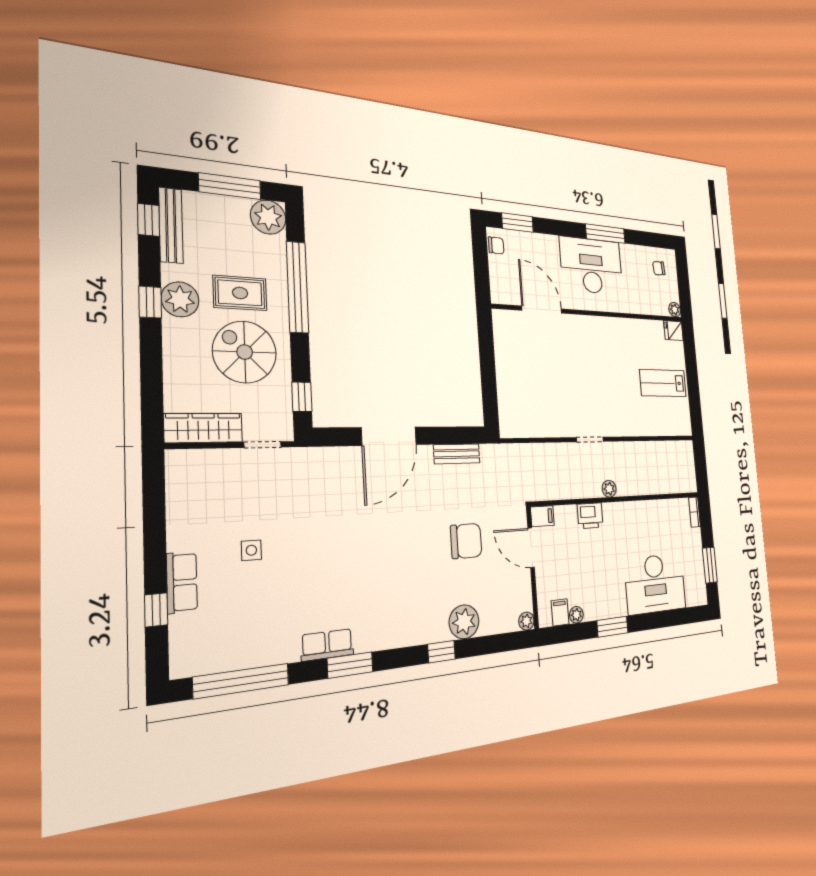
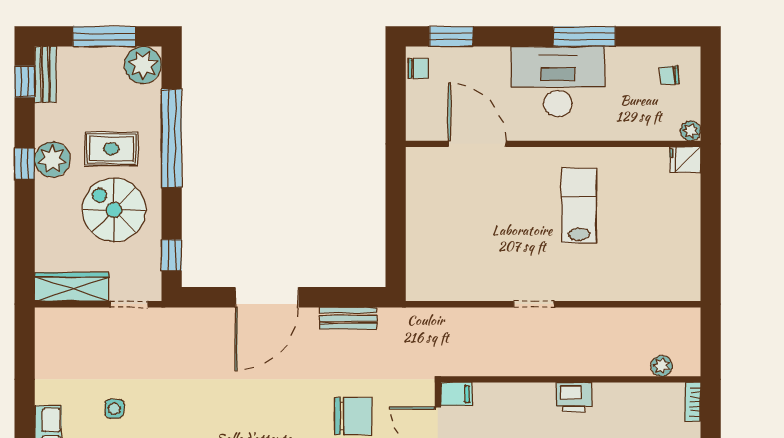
bench: (171, 225) -> (45, 75), width x0.73
lab bench: (663, 383) -> (579, 206), moved, turned 90
plant: (609, 489) -> (662, 366), moved
printer: (590, 516) -> (574, 397), moved

